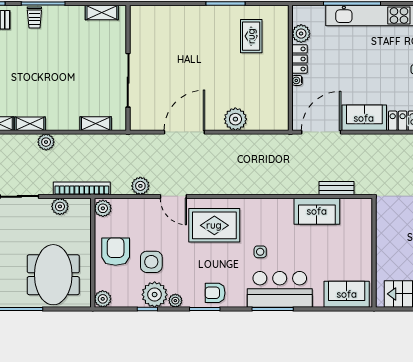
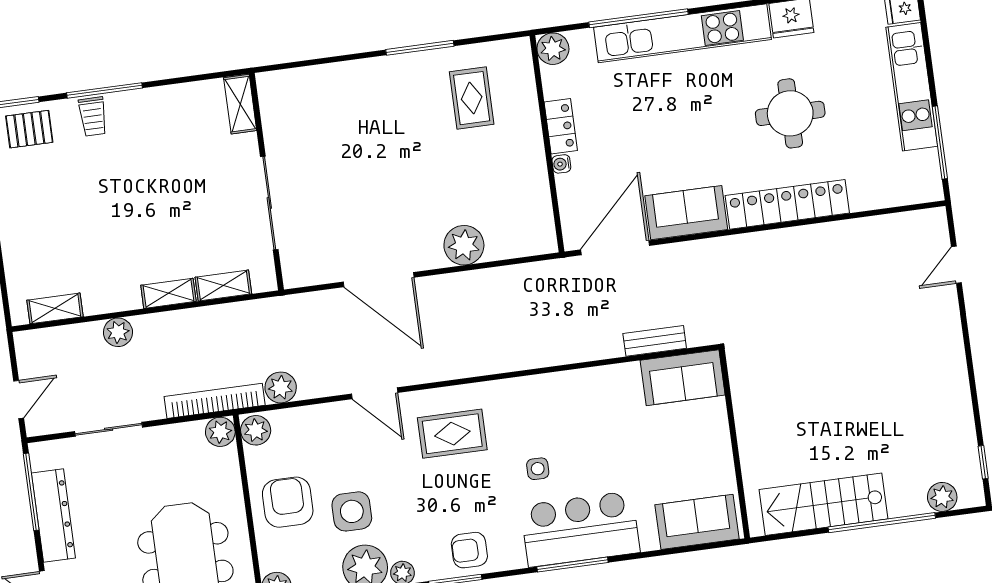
shelving: (102, 13) -> (240, 104), moved, turned 90
plant: (301, 34) -> (553, 49), moved
shelving: (30, 124) -> (168, 293), moved
door: (184, 132) -> (379, 280), swing flipped
plant: (46, 142) -> (118, 332), moved
plant: (140, 186) -> (281, 387), moved
plant: (60, 206) -> (220, 432), moved
sofa: (317, 211) -> (683, 378), moved
rug: (214, 225) -> (452, 434), width x0.73, depth x0.70

